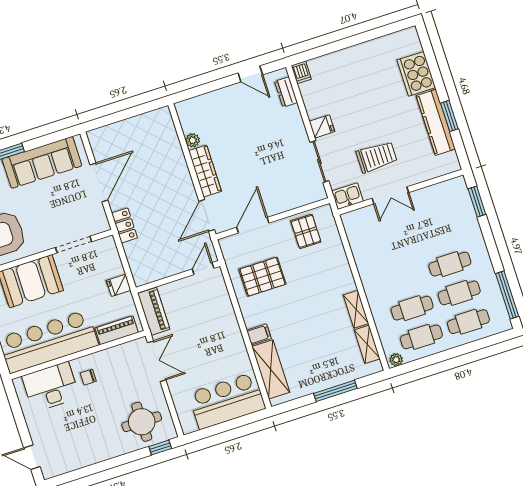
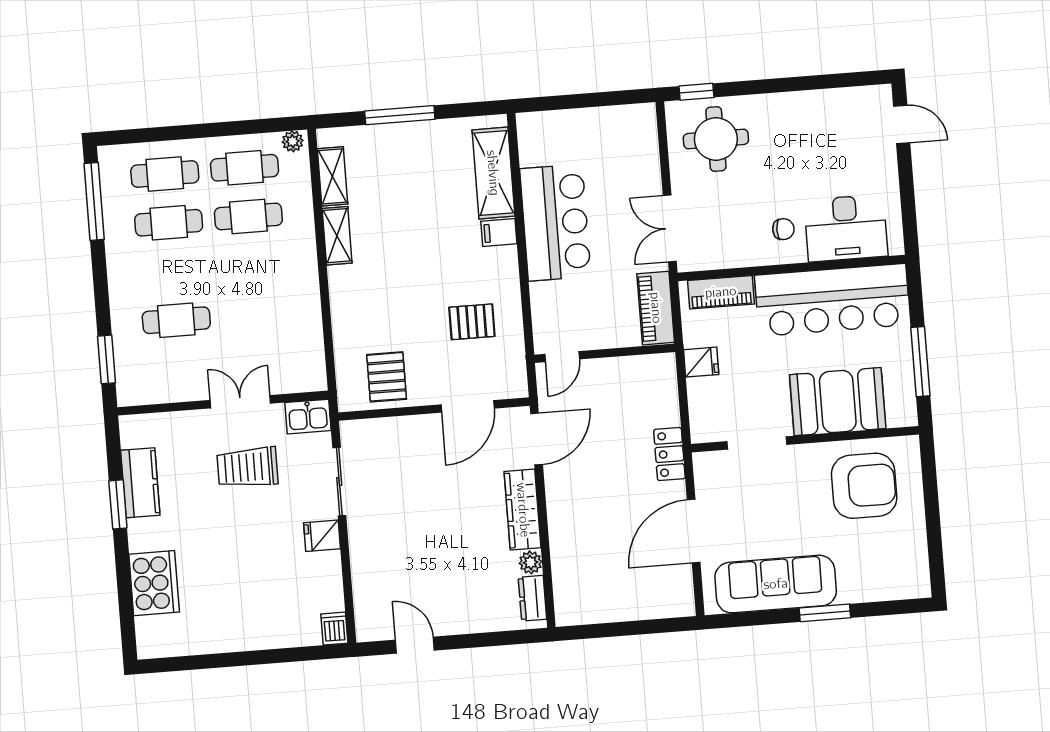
dresser: (286, 92) -> (532, 598), moved, turned 180
kitchen counter: (436, 122) -> (140, 483), width x0.67
cafe table: (450, 264) -> (176, 320), moved
pallet: (262, 277) -> (472, 322), width x0.67, depth x0.71
bar counter: (227, 401) -> (555, 223), moved, turned -90

